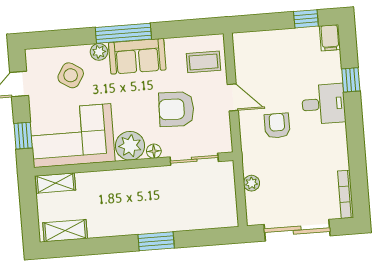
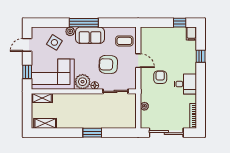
desk: (324, 104) -> (185, 84), moved

